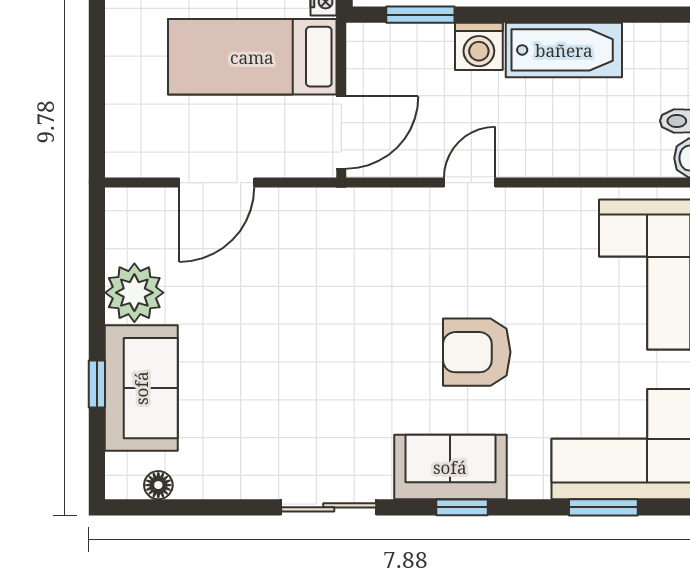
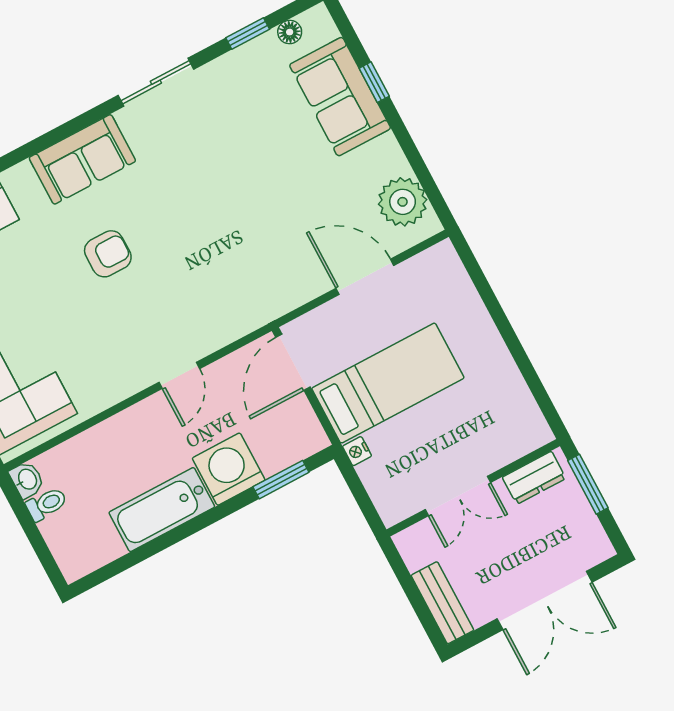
washing machine: (479, 46) -> (229, 469), width x1.37, depth x1.37
door: (217, 183) -> (365, 277), hinge flipped
plant: (134, 293) -> (403, 202), moved
armchair: (477, 352) -> (108, 254), width x0.72, depth x0.72
window: (462, 507) -> (248, 33), moved

